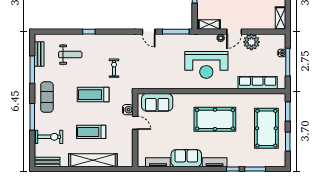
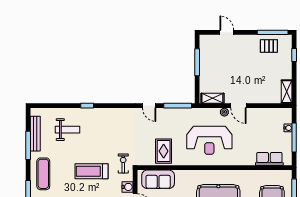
door: (234, 32) -> (238, 106), hinge flipped
plant: (251, 42) -> (256, 116), removed
bench: (39, 54) -> (35, 134), width x1.36
exercise bike: (114, 68) -> (123, 163), moved
rug: (162, 75) -> (164, 151), added
row of seats: (258, 83) -> (269, 159), width x0.68

